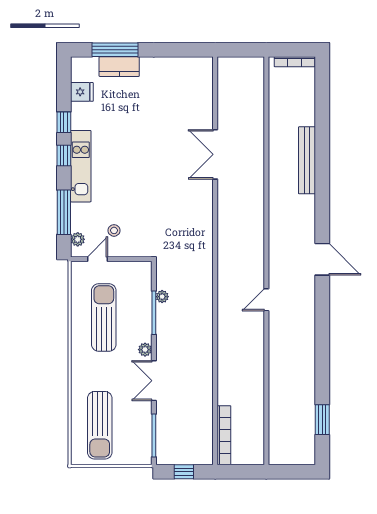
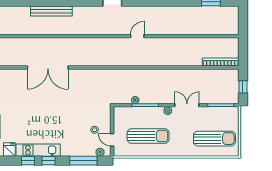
double door: (215, 154) -> (48, 68), width x1.36
kitchen unit: (81, 166) -> (38, 150), moved
door: (266, 300) -> (137, 36), swing flipped
sun lounger: (104, 317) -> (148, 136), turned 180
double door: (154, 381) -> (187, 105), swing flipped

